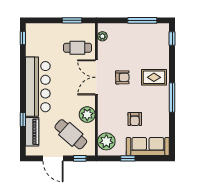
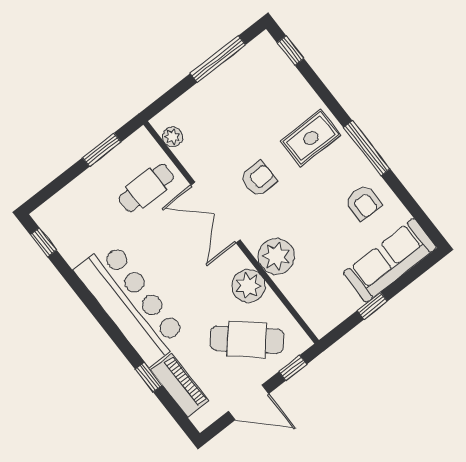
armchair: (135, 119) -> (363, 202), moved
plant: (106, 141) -> (276, 256), moved

